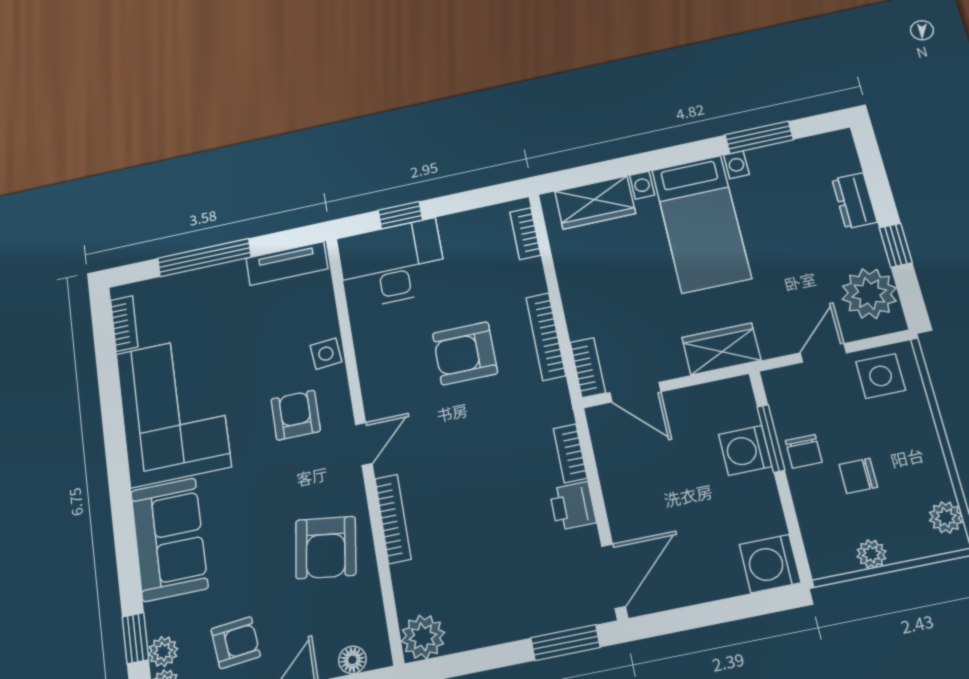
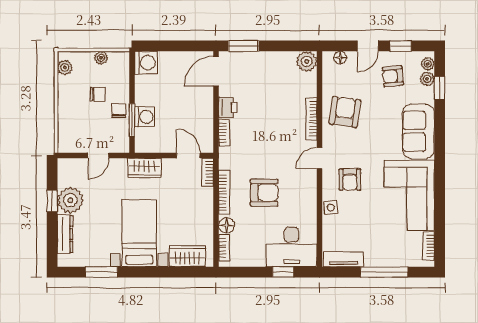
dresser: (855, 201) -> (65, 234), width x1.44
floor lamp: (529, 276) -> (227, 225), added
plant: (869, 294) -> (70, 200), moved
side table: (881, 376) -> (76, 139), removed

